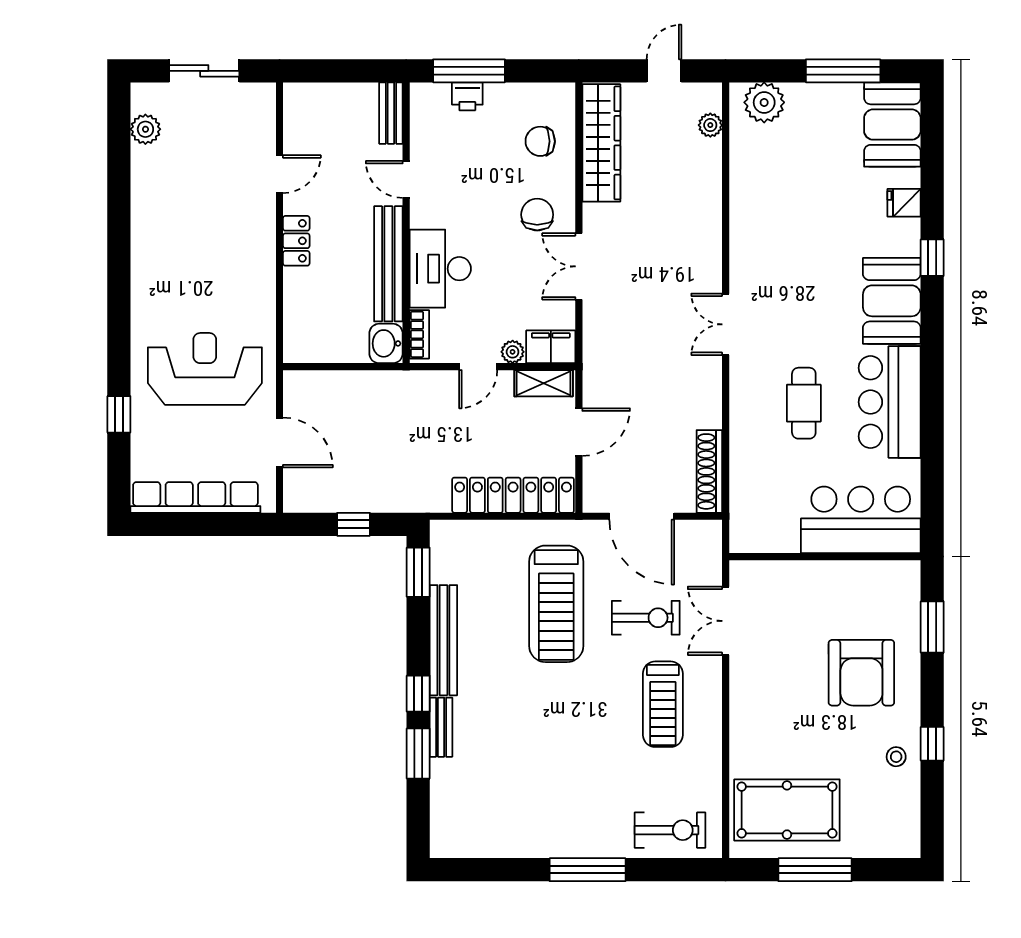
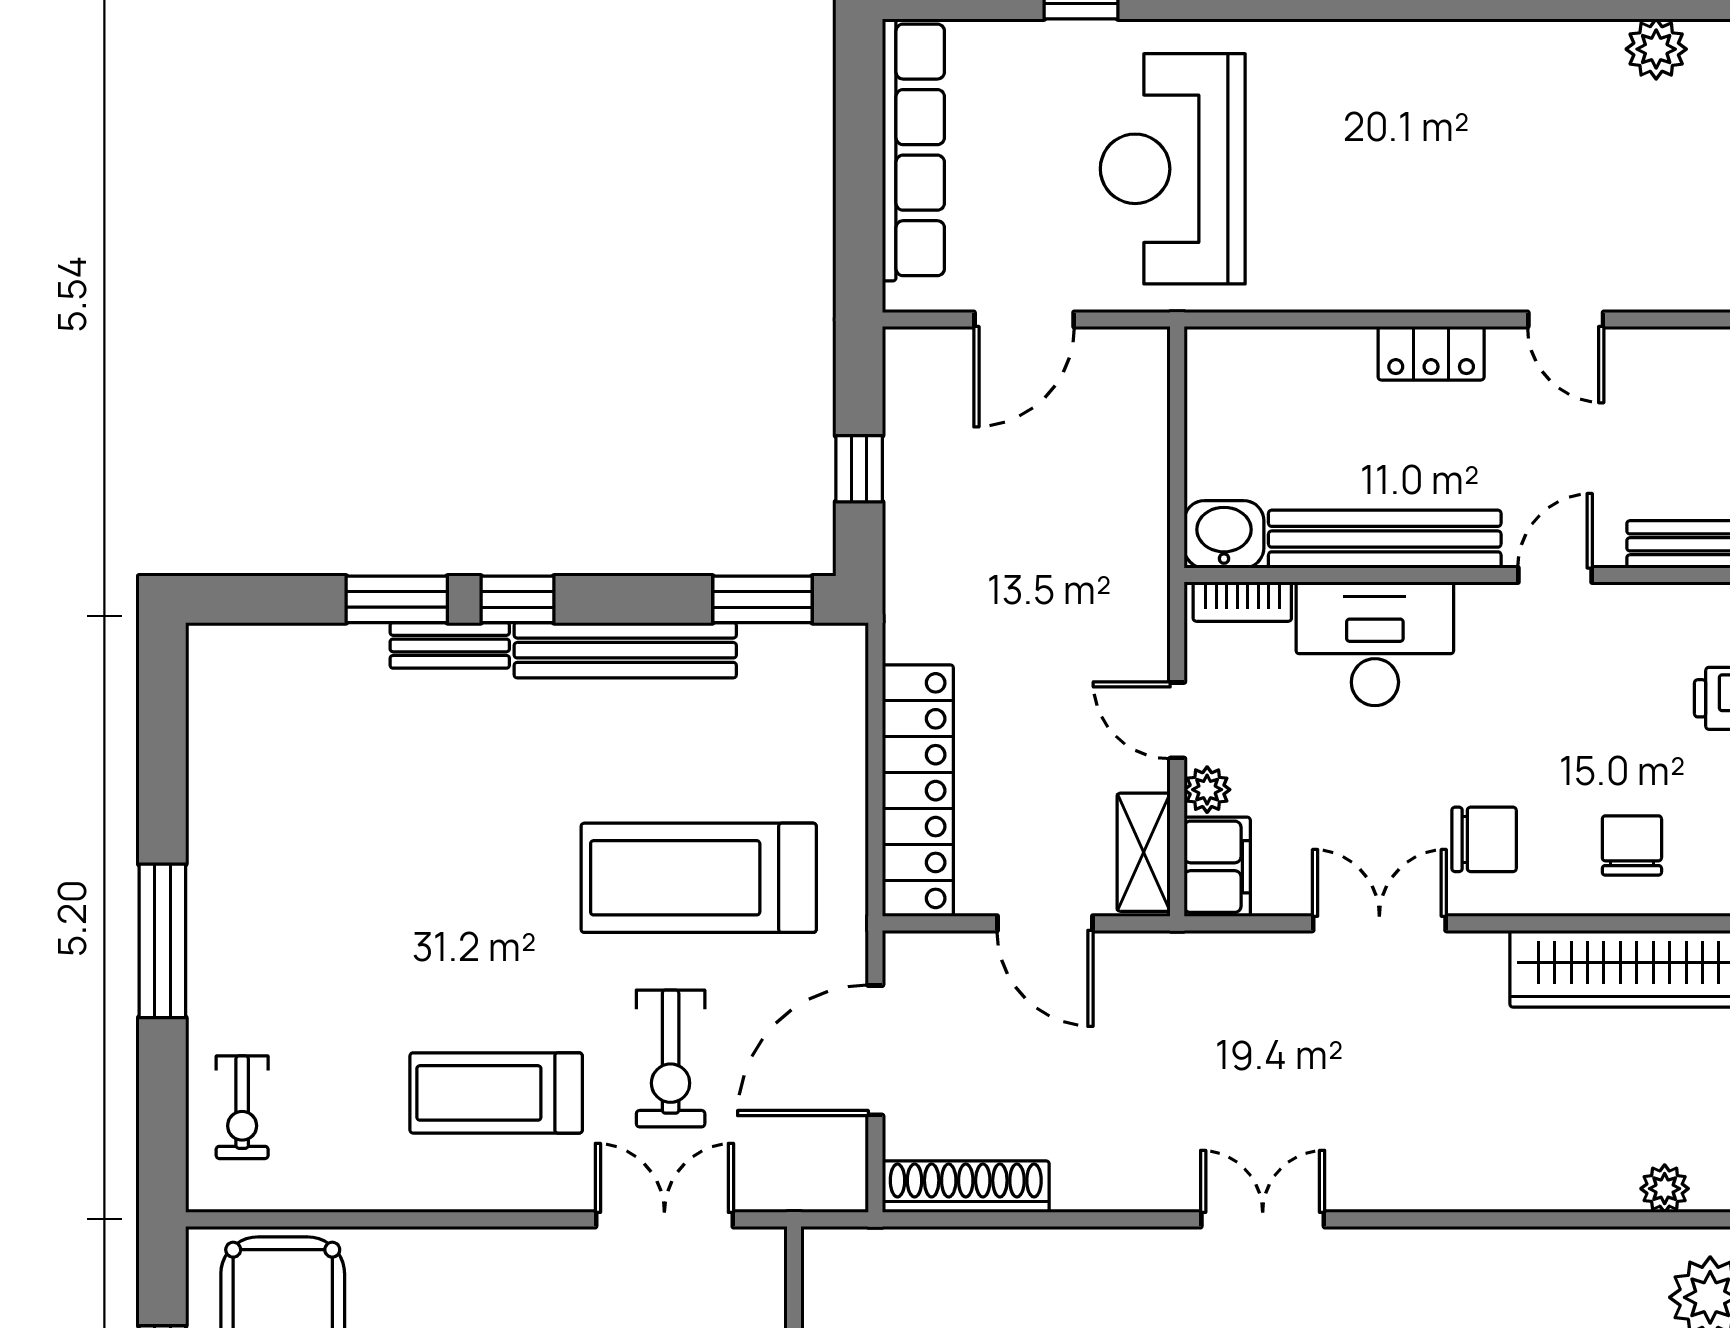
reception desk: (205, 369) -> (1173, 169), turned 180
exercise bike: (670, 830) -> (242, 1107), width x0.73, depth x0.72

